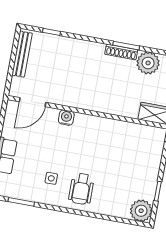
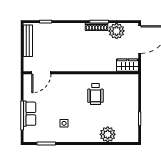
water cooler: (66, 118) -> (67, 79), removed
wheelchair: (81, 189) -> (95, 94), moved
plant: (141, 211) -> (108, 134), moved

